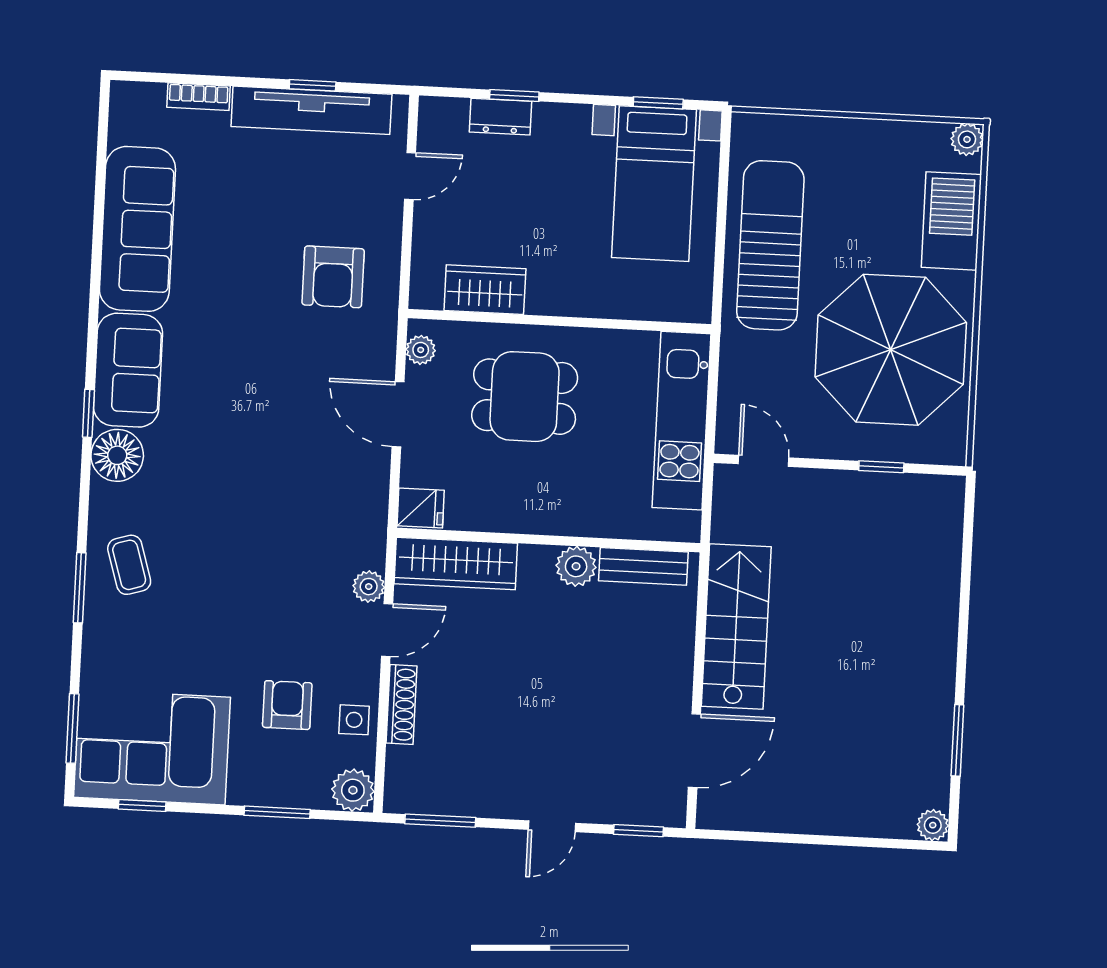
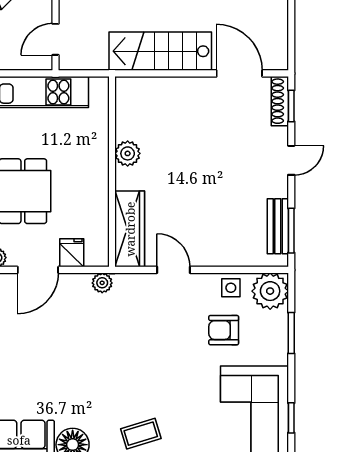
fridge: (421, 508) -> (72, 253), moved
bench: (643, 566) -> (278, 226), moved
plant: (369, 587) -> (102, 283), moved
shoe rack: (401, 704) -> (280, 101), moved, turned -90
plant: (353, 790) -> (270, 291), width x1.36, depth x1.36
door: (552, 826) -> (291, 160), hinge flipped

